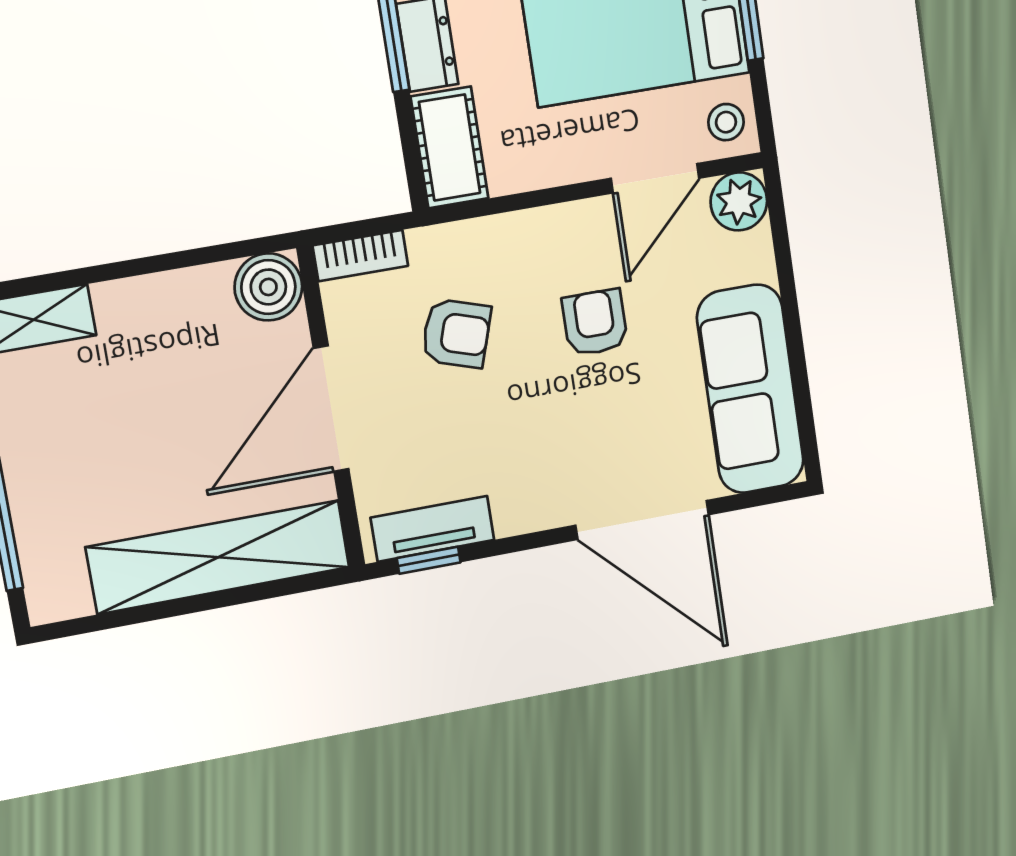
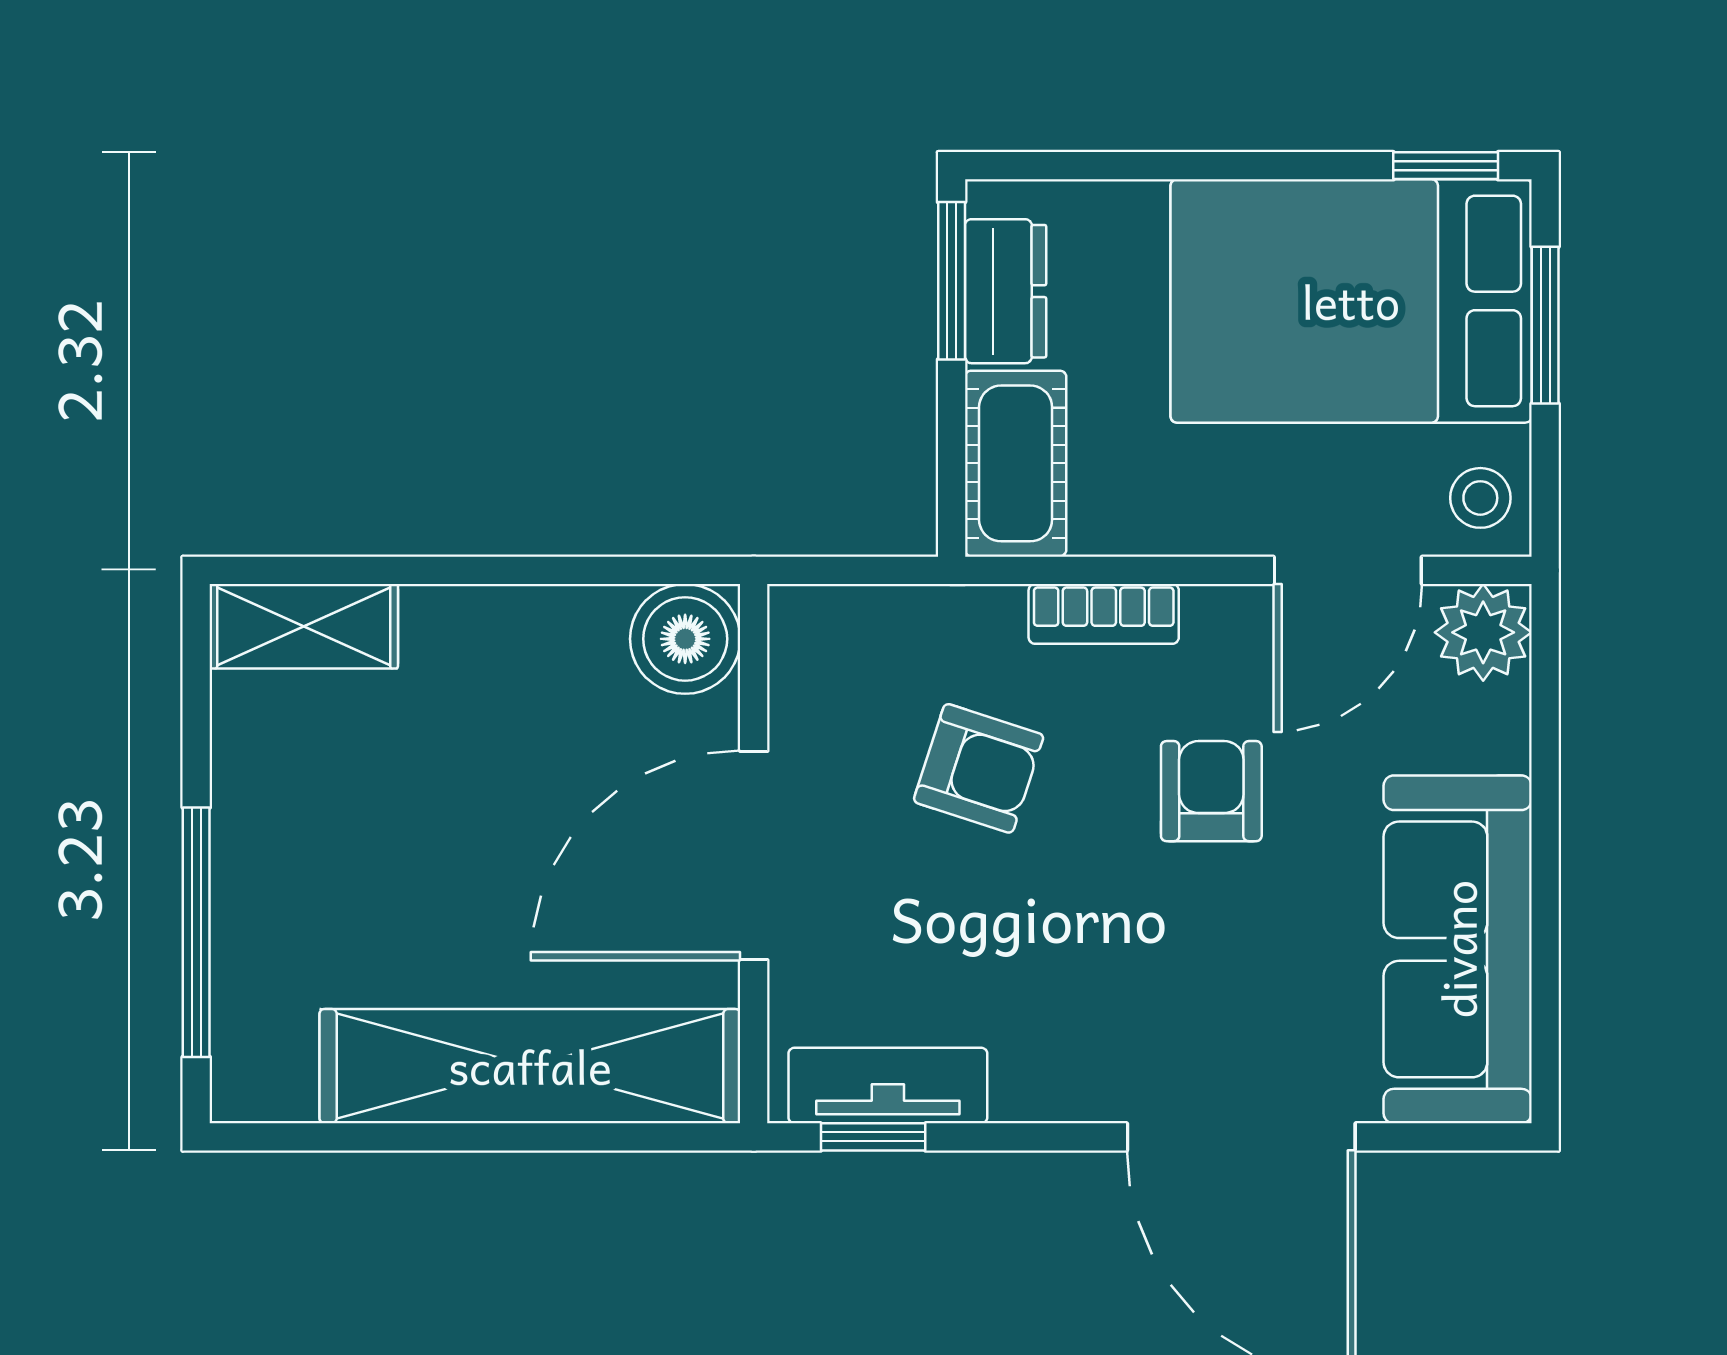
bookcase: (360, 256) -> (1104, 614), moved

